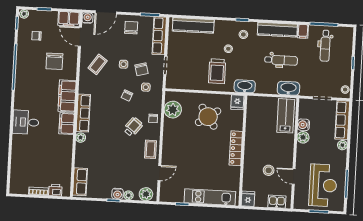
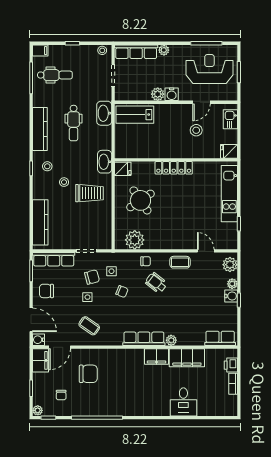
filing cabinet: (303, 31) -> (40, 51), moved
dental chair: (281, 60) -> (74, 123), turned 180
filing cabinet: (67, 96) -> (187, 358), moved
desk: (26, 122) -> (183, 402), moved
water cooler: (304, 125) -> (172, 94), moved

